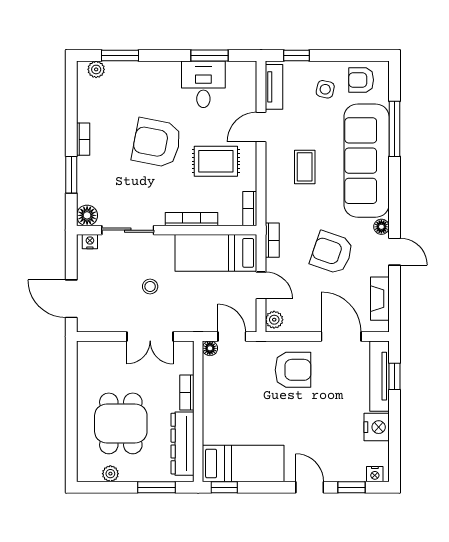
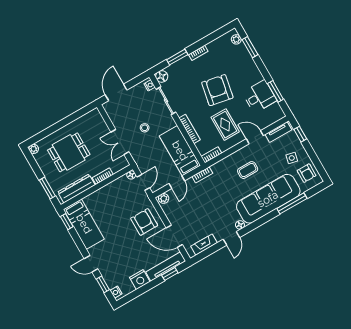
armchair: (361, 80) -> (307, 173), turned 180
armchair: (332, 253) -> (213, 208), removed
door: (341, 336) -> (174, 236), swing flipped
armchair: (293, 370) -> (144, 222), turned 180
plant: (110, 474) -> (34, 149), moved
door: (310, 487) -> (91, 264), swing flipped

